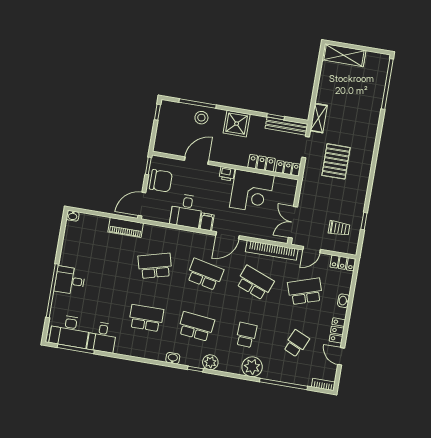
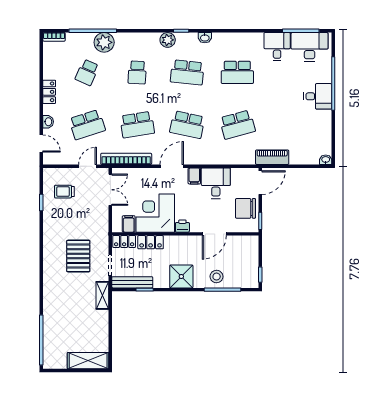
filing cabinet: (280, 185) -> (129, 224), added
locker: (343, 263) -> (55, 158), removed
school desk: (255, 283) -> (137, 125), turned -30
door: (341, 356) -> (41, 143), moved
plant: (252, 367) -> (104, 42), moved

